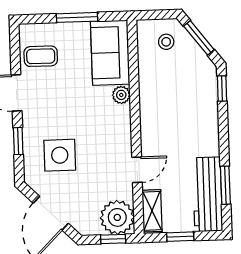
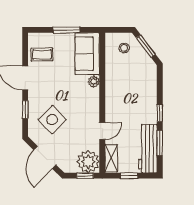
window: (222, 88) -> (160, 113), moved
side table: (60, 155) -> (52, 120), turned 45

